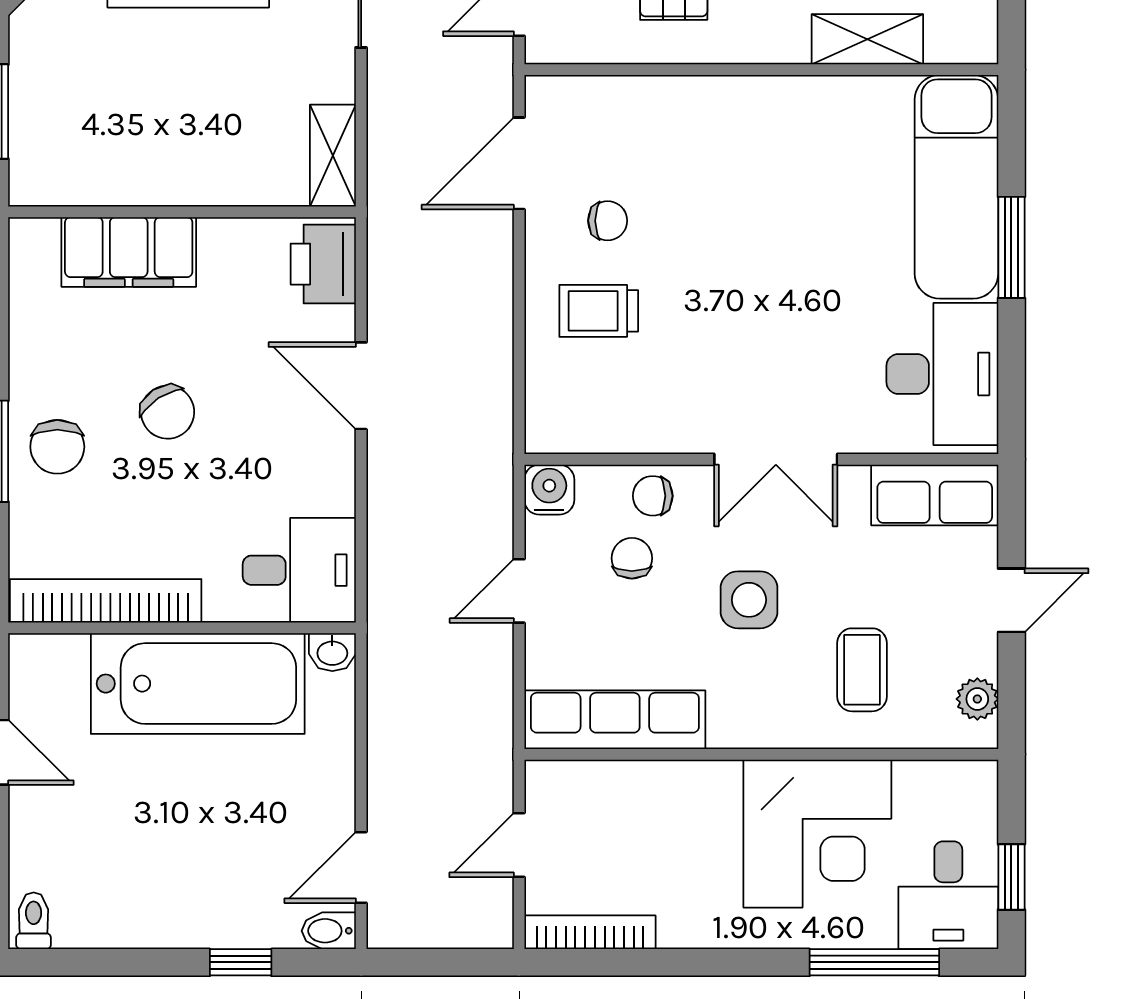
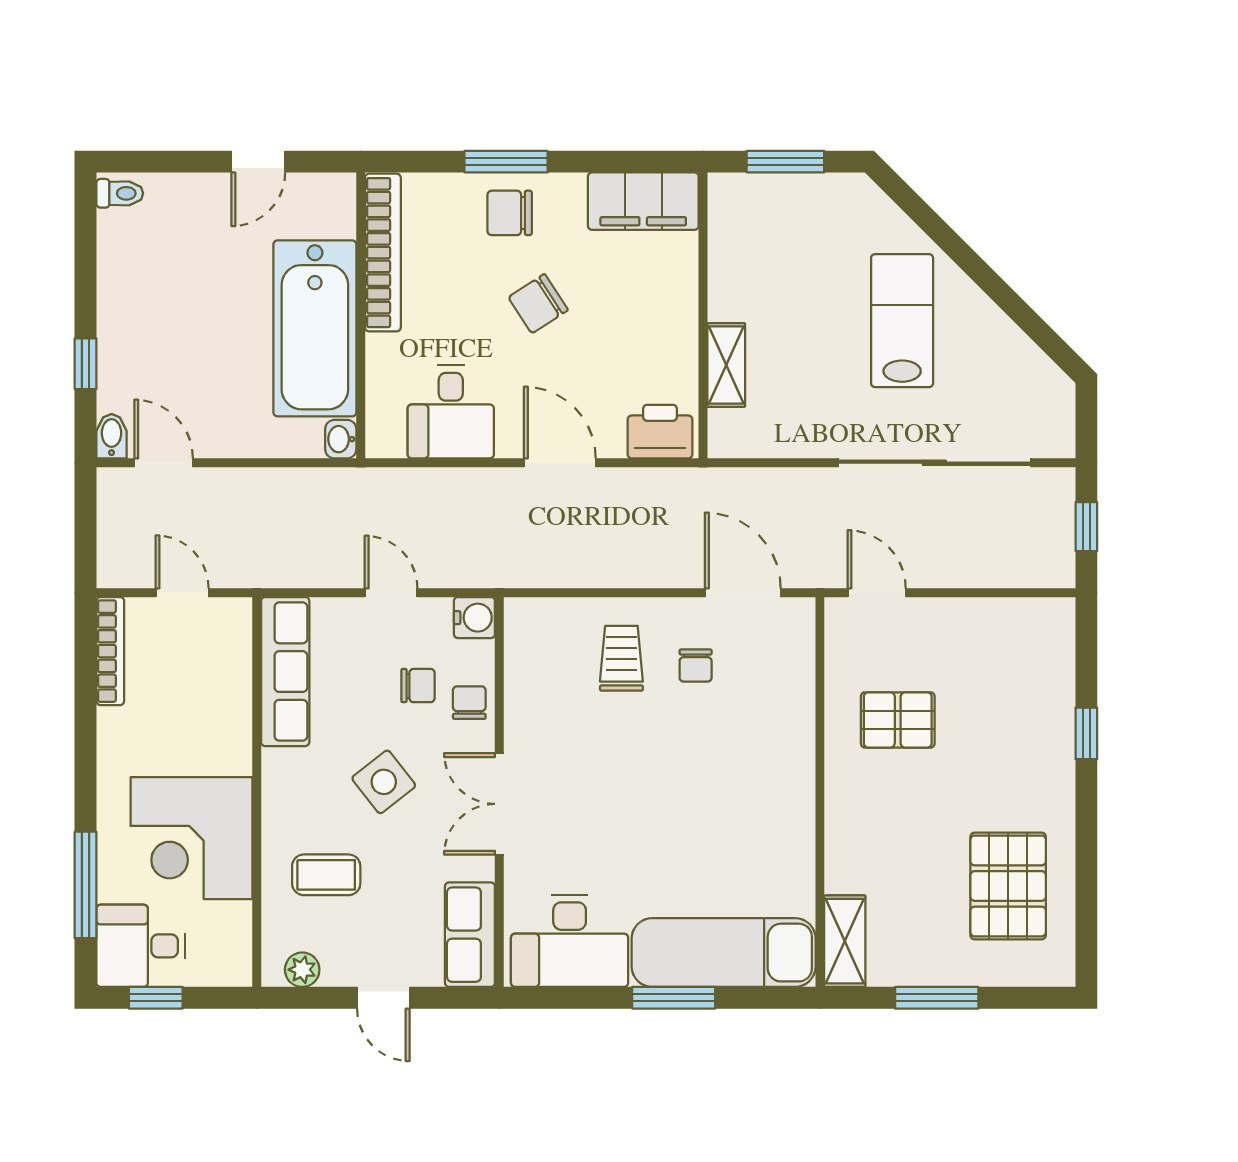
shelving: (867, 39) -> (845, 941), moved
shelving: (333, 156) -> (726, 365), moved, turned 90
filing cabinet: (129, 252) -> (643, 201), moved, turned -90
door: (361, 386) -> (560, 463), hinge flipped
desk: (299, 570) -> (451, 412), moved
side table: (749, 600) -> (384, 782), turned -38

